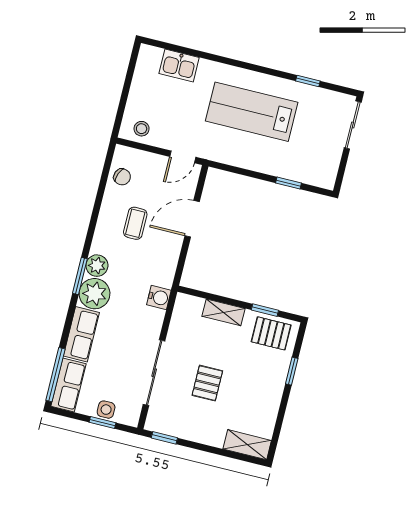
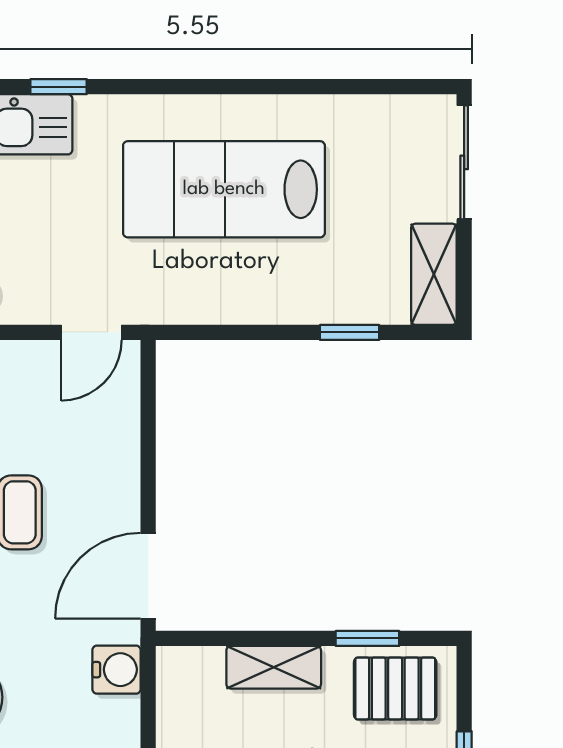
window: (308, 81) -> (59, 87), moved
shelving: (329, 168) -> (434, 274), added
door: (192, 219) -> (148, 576), moved

